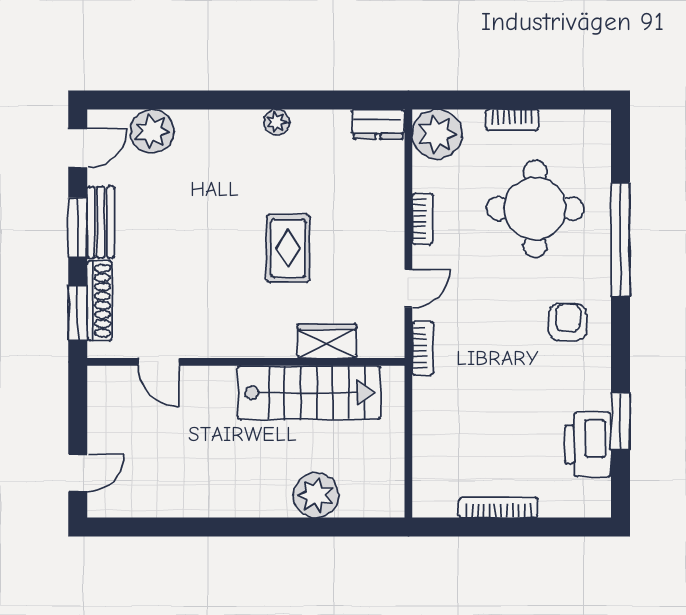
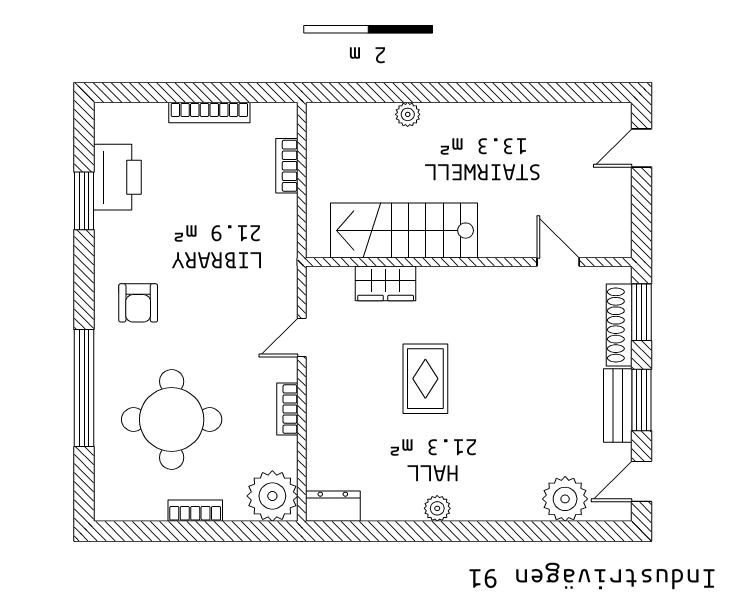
bookcase: (423, 348) -> (287, 166), moved
plant: (316, 495) -> (408, 114), width x0.53, depth x0.53

